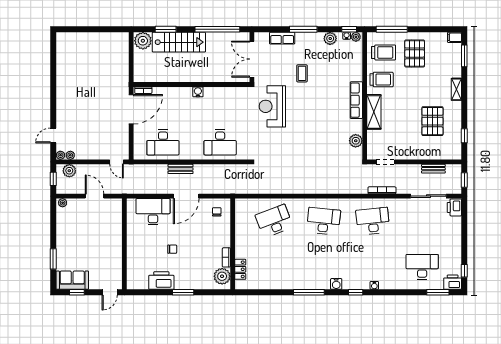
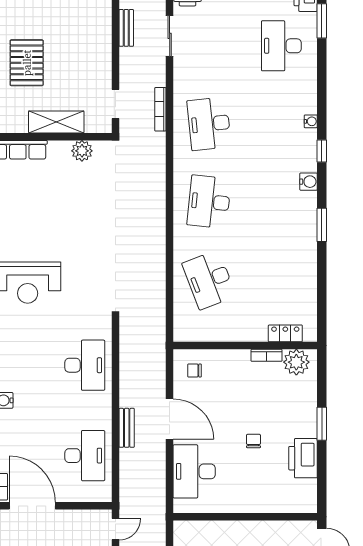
shelving: (374, 112) -> (56, 122), moved
pallet: (432, 121) -> (27, 63), moved, turned 90
sliding door: (428, 196) -> (170, 36), width x0.73
window: (309, 292) -> (322, 225), width x0.69

